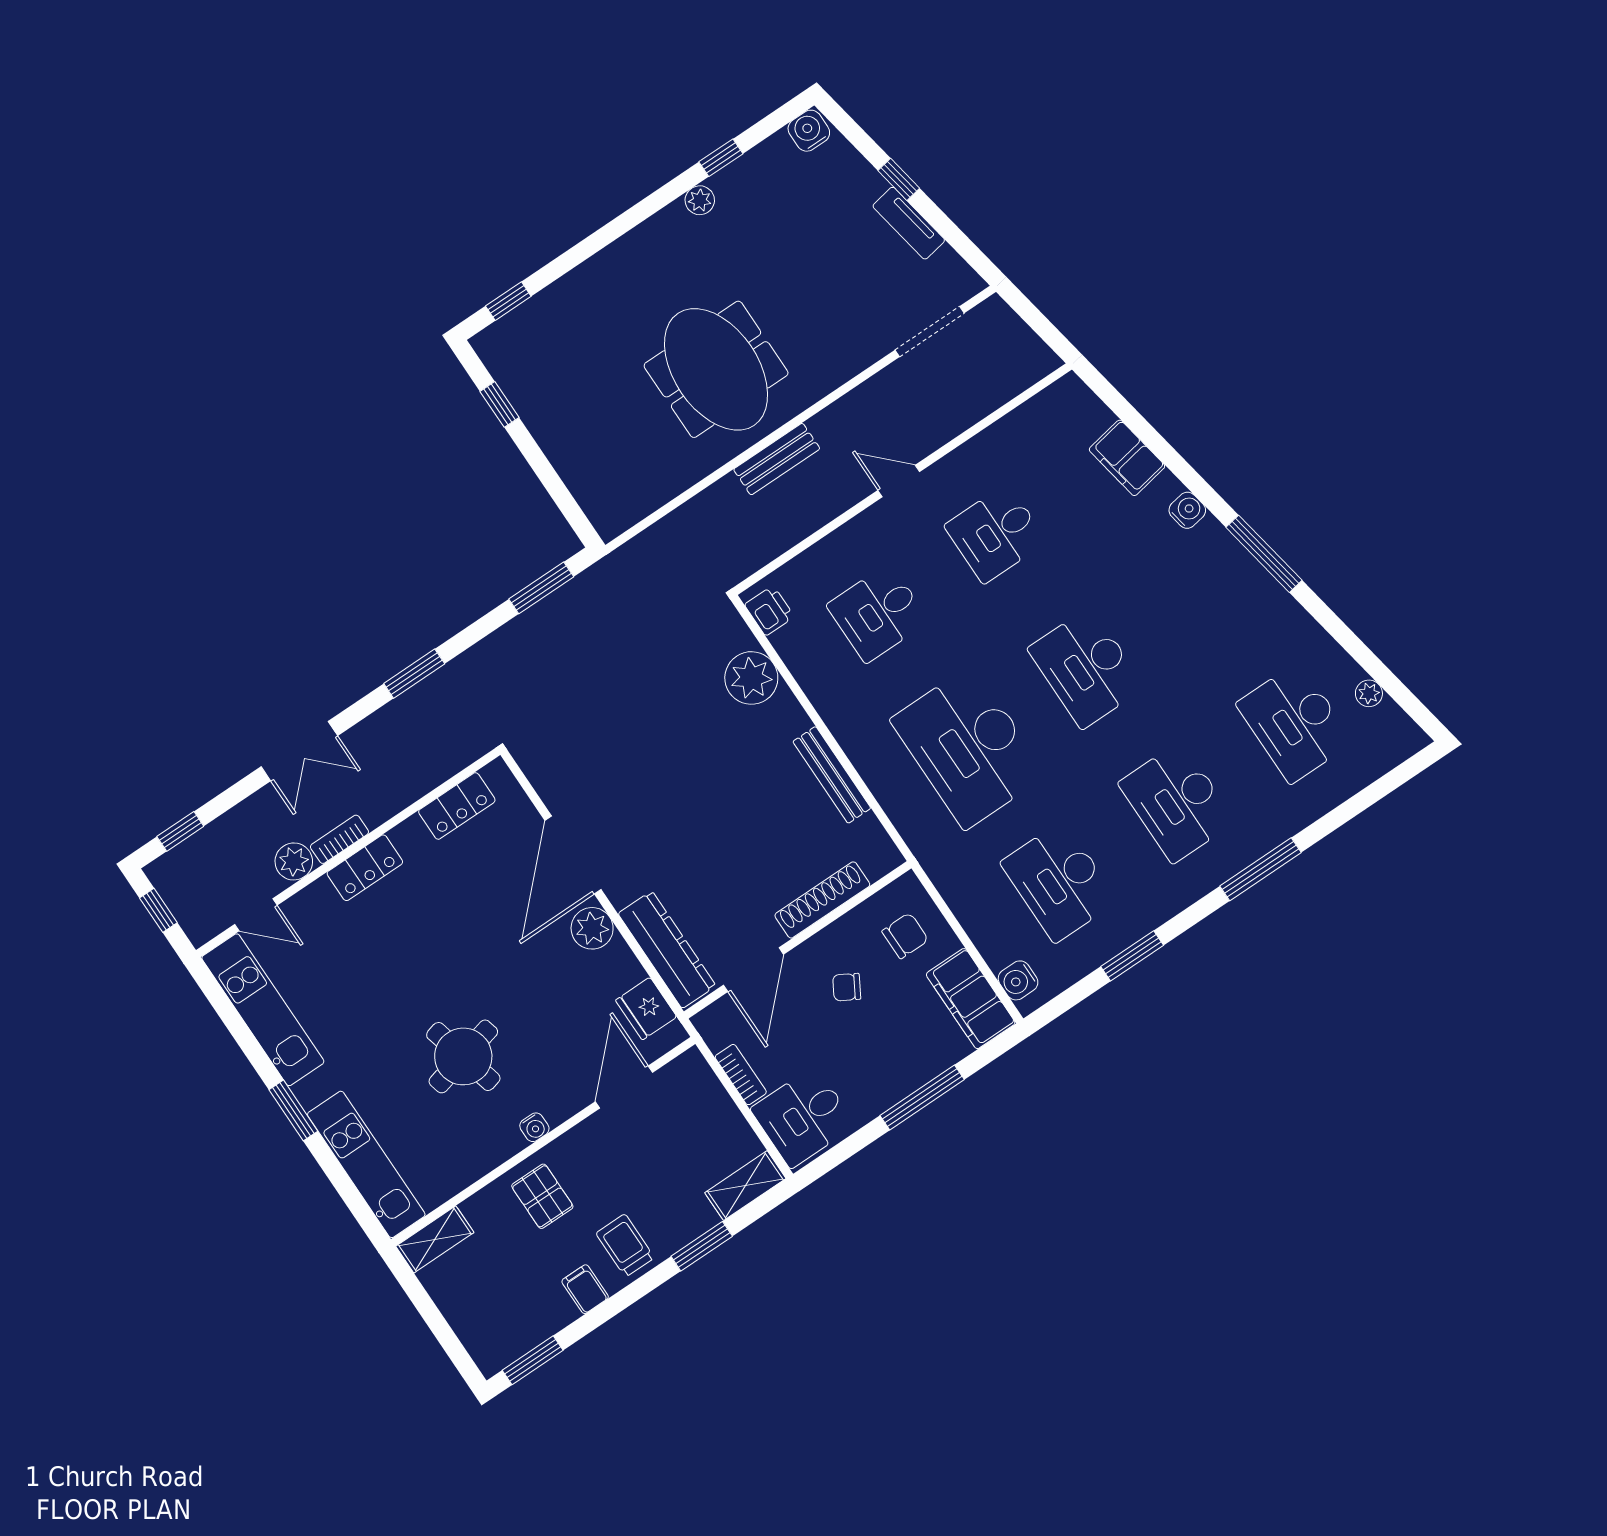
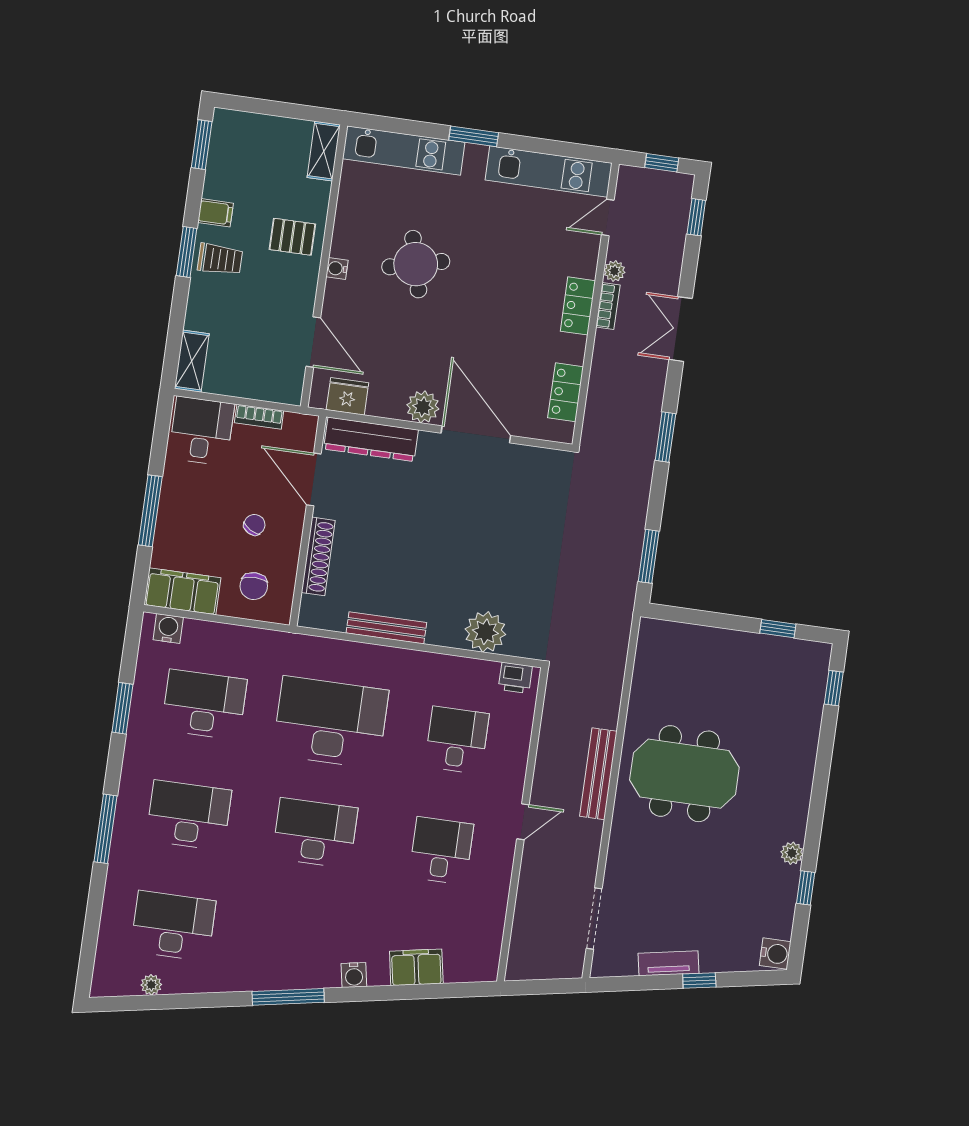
bench: (777, 459) -> (598, 774), width x1.36
plant: (294, 861) -> (614, 271), width x0.73, depth x0.73
window: (702, 1246) -> (187, 252), moved

